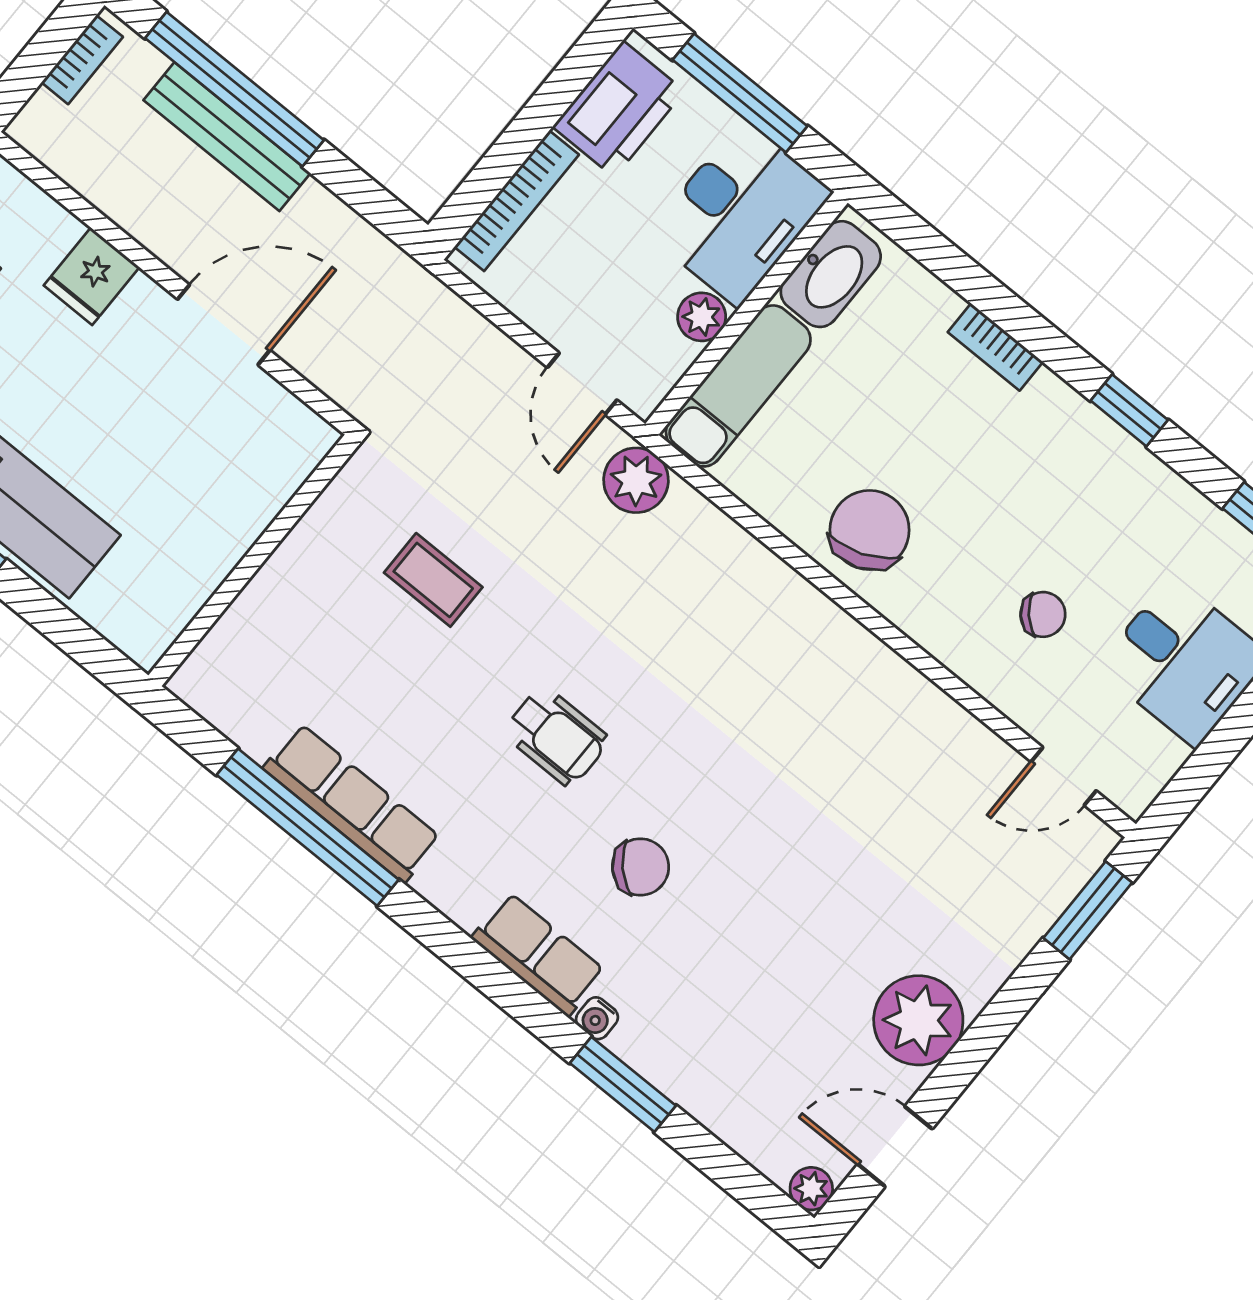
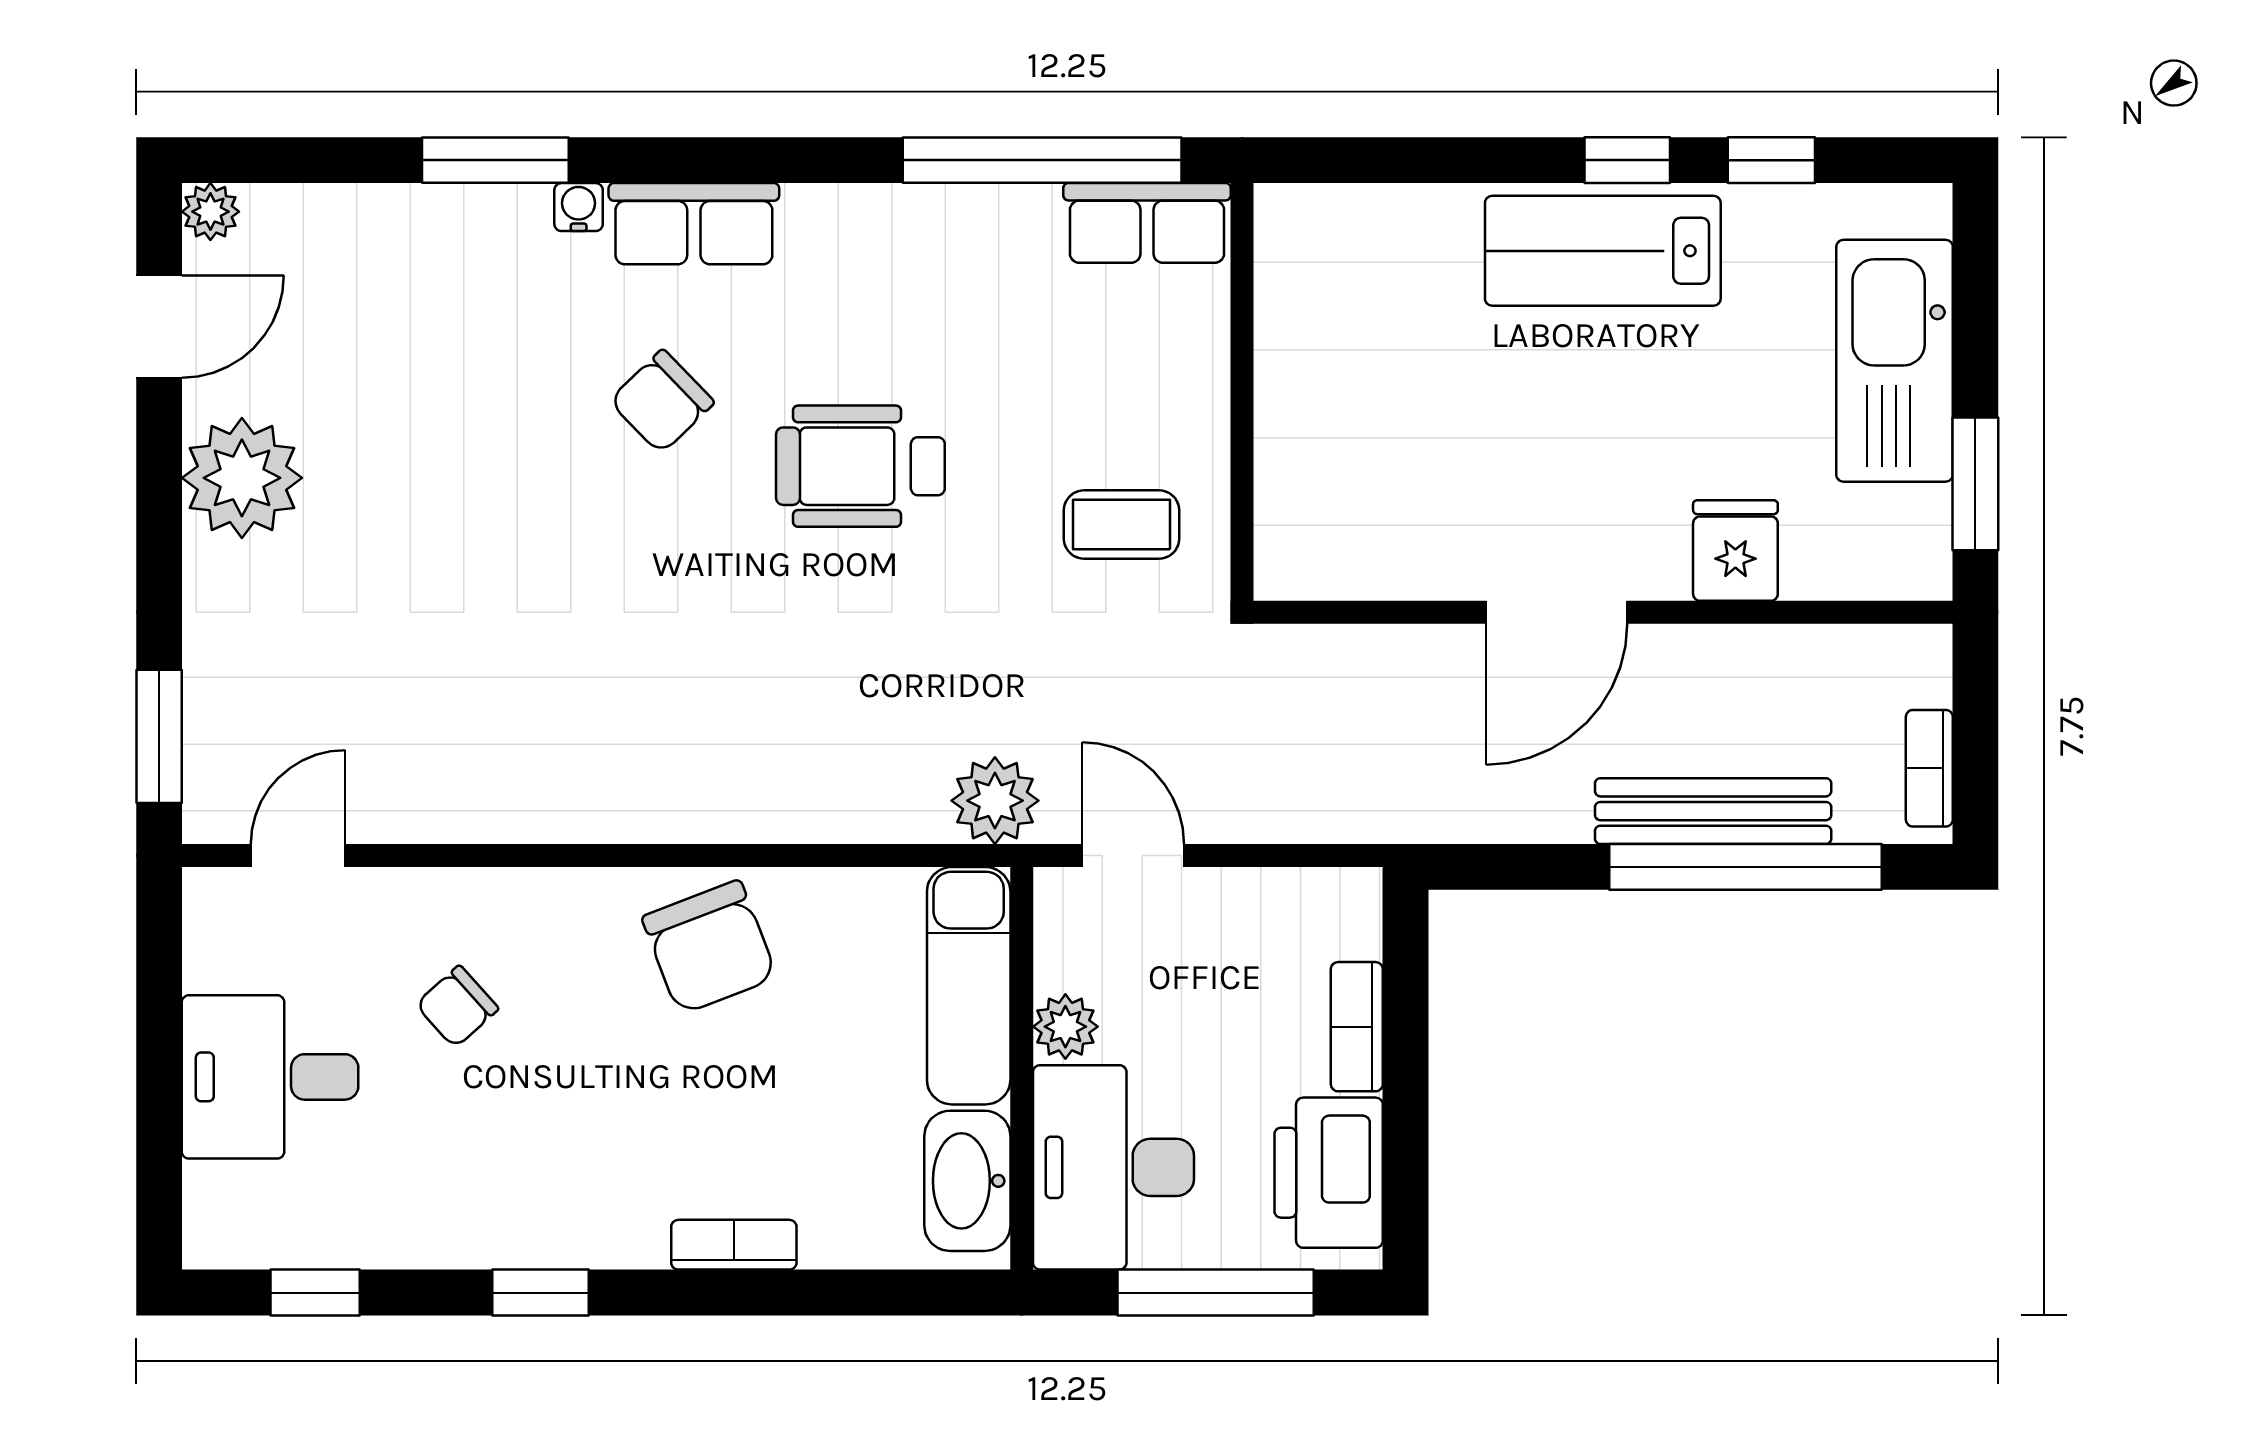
bookcase: (517, 201) -> (1357, 1027), width x0.64
wall: (253, 560) -> (1242, 392), moved
wheelchair: (556, 736) -> (860, 466), width x1.36, depth x1.37
row of seats: (352, 803) -> (1147, 223), moved, width x0.68

